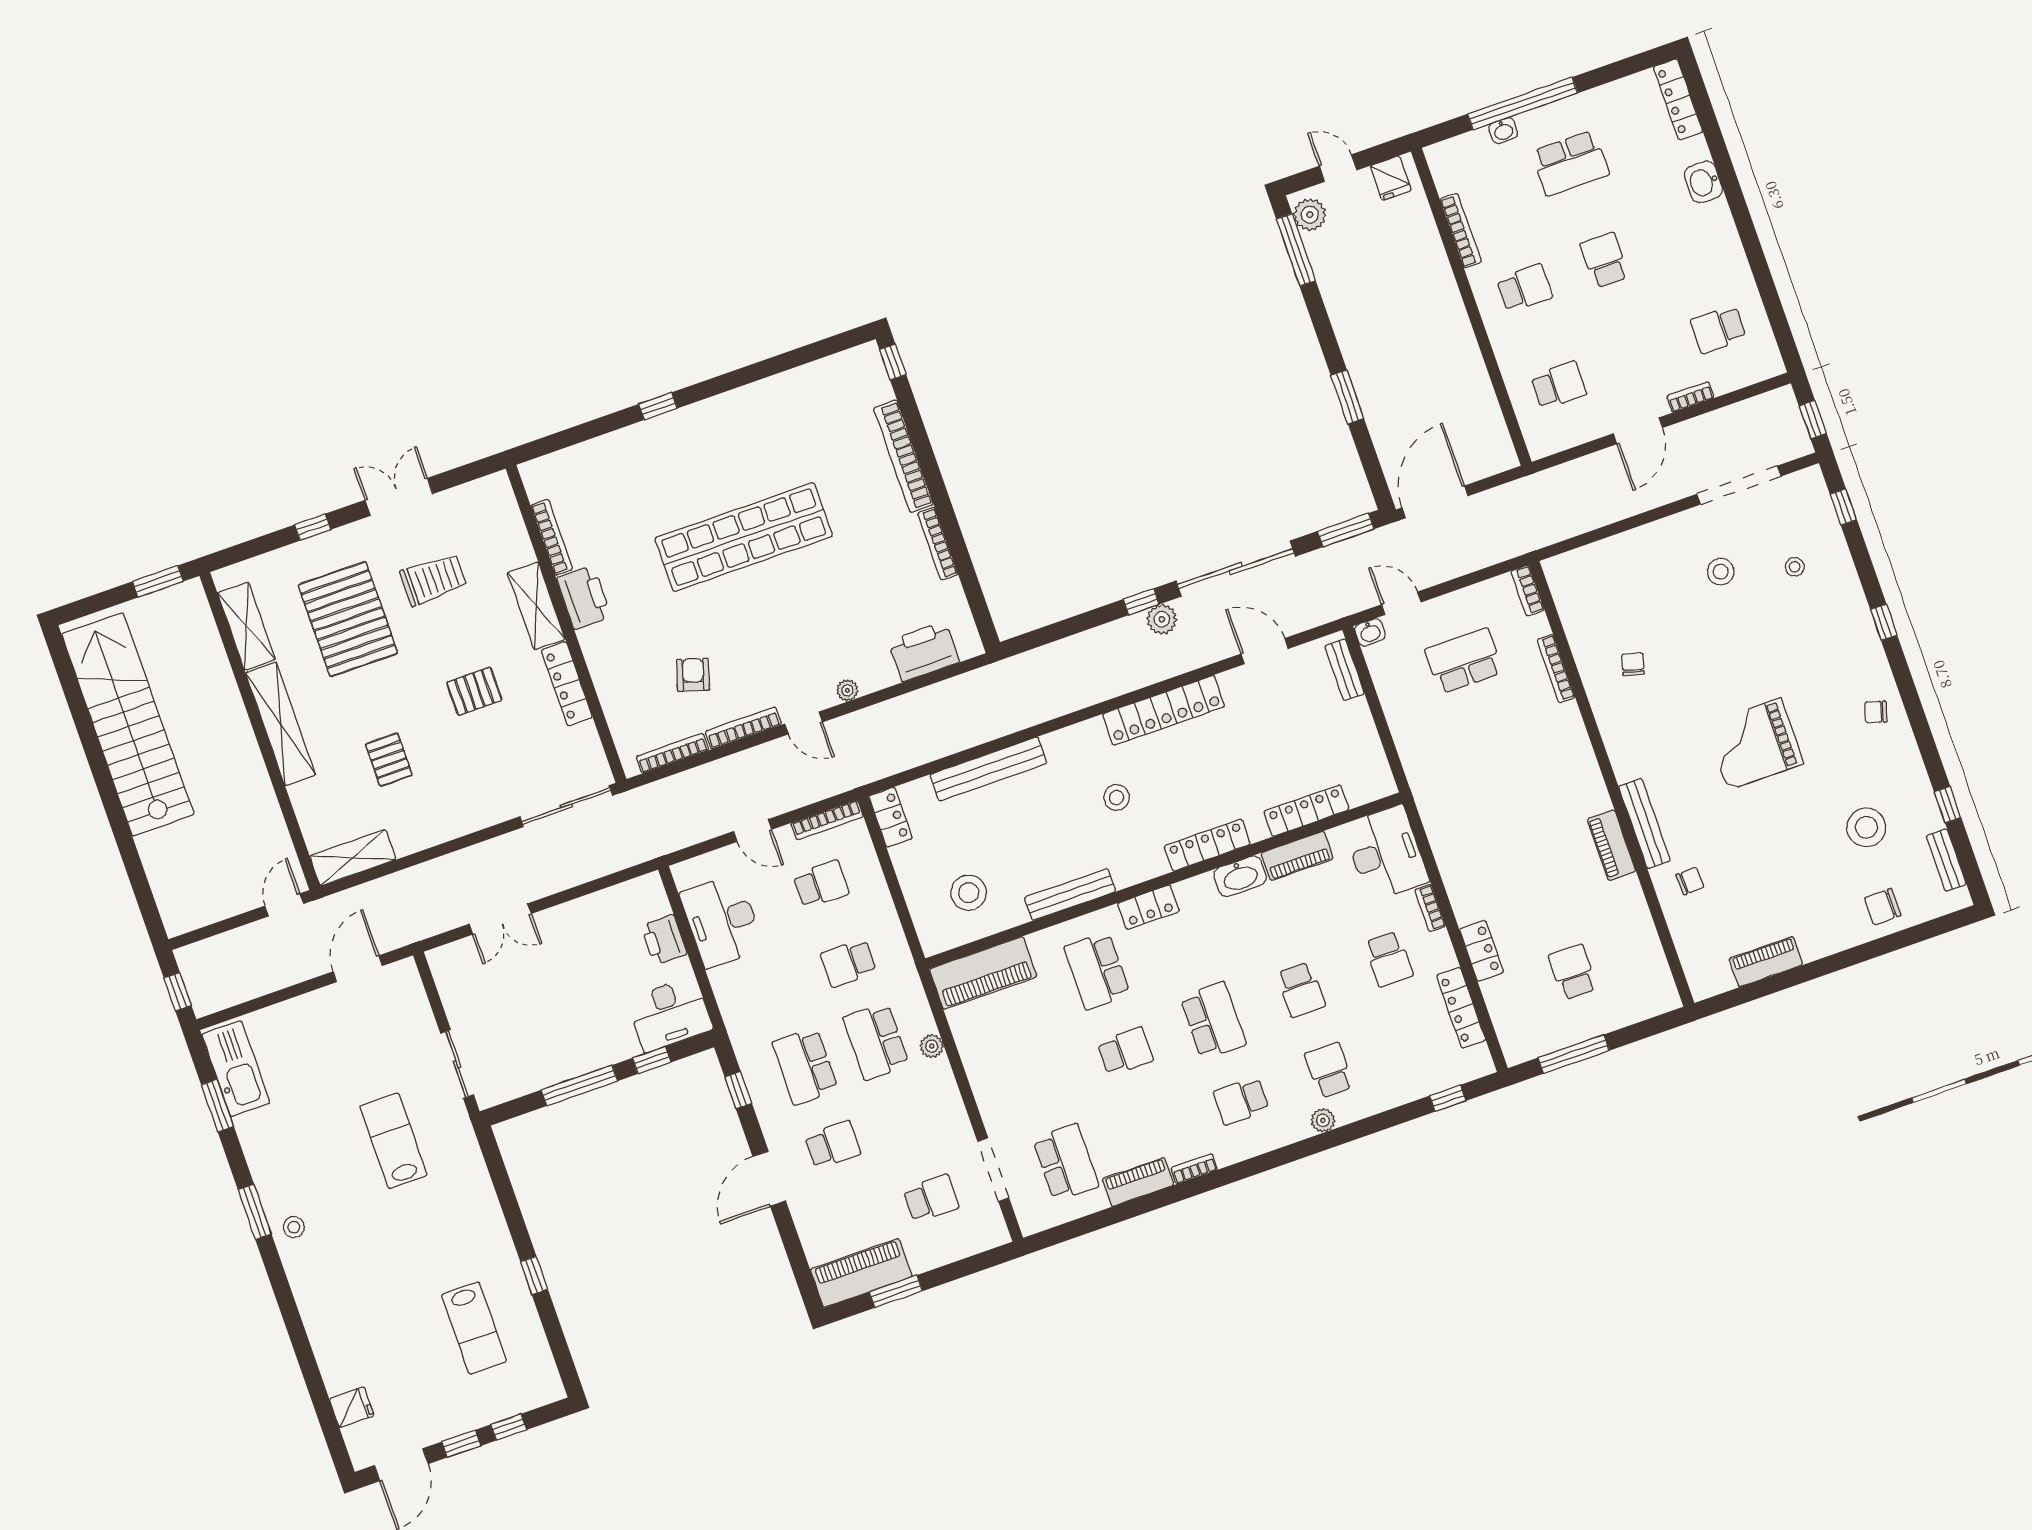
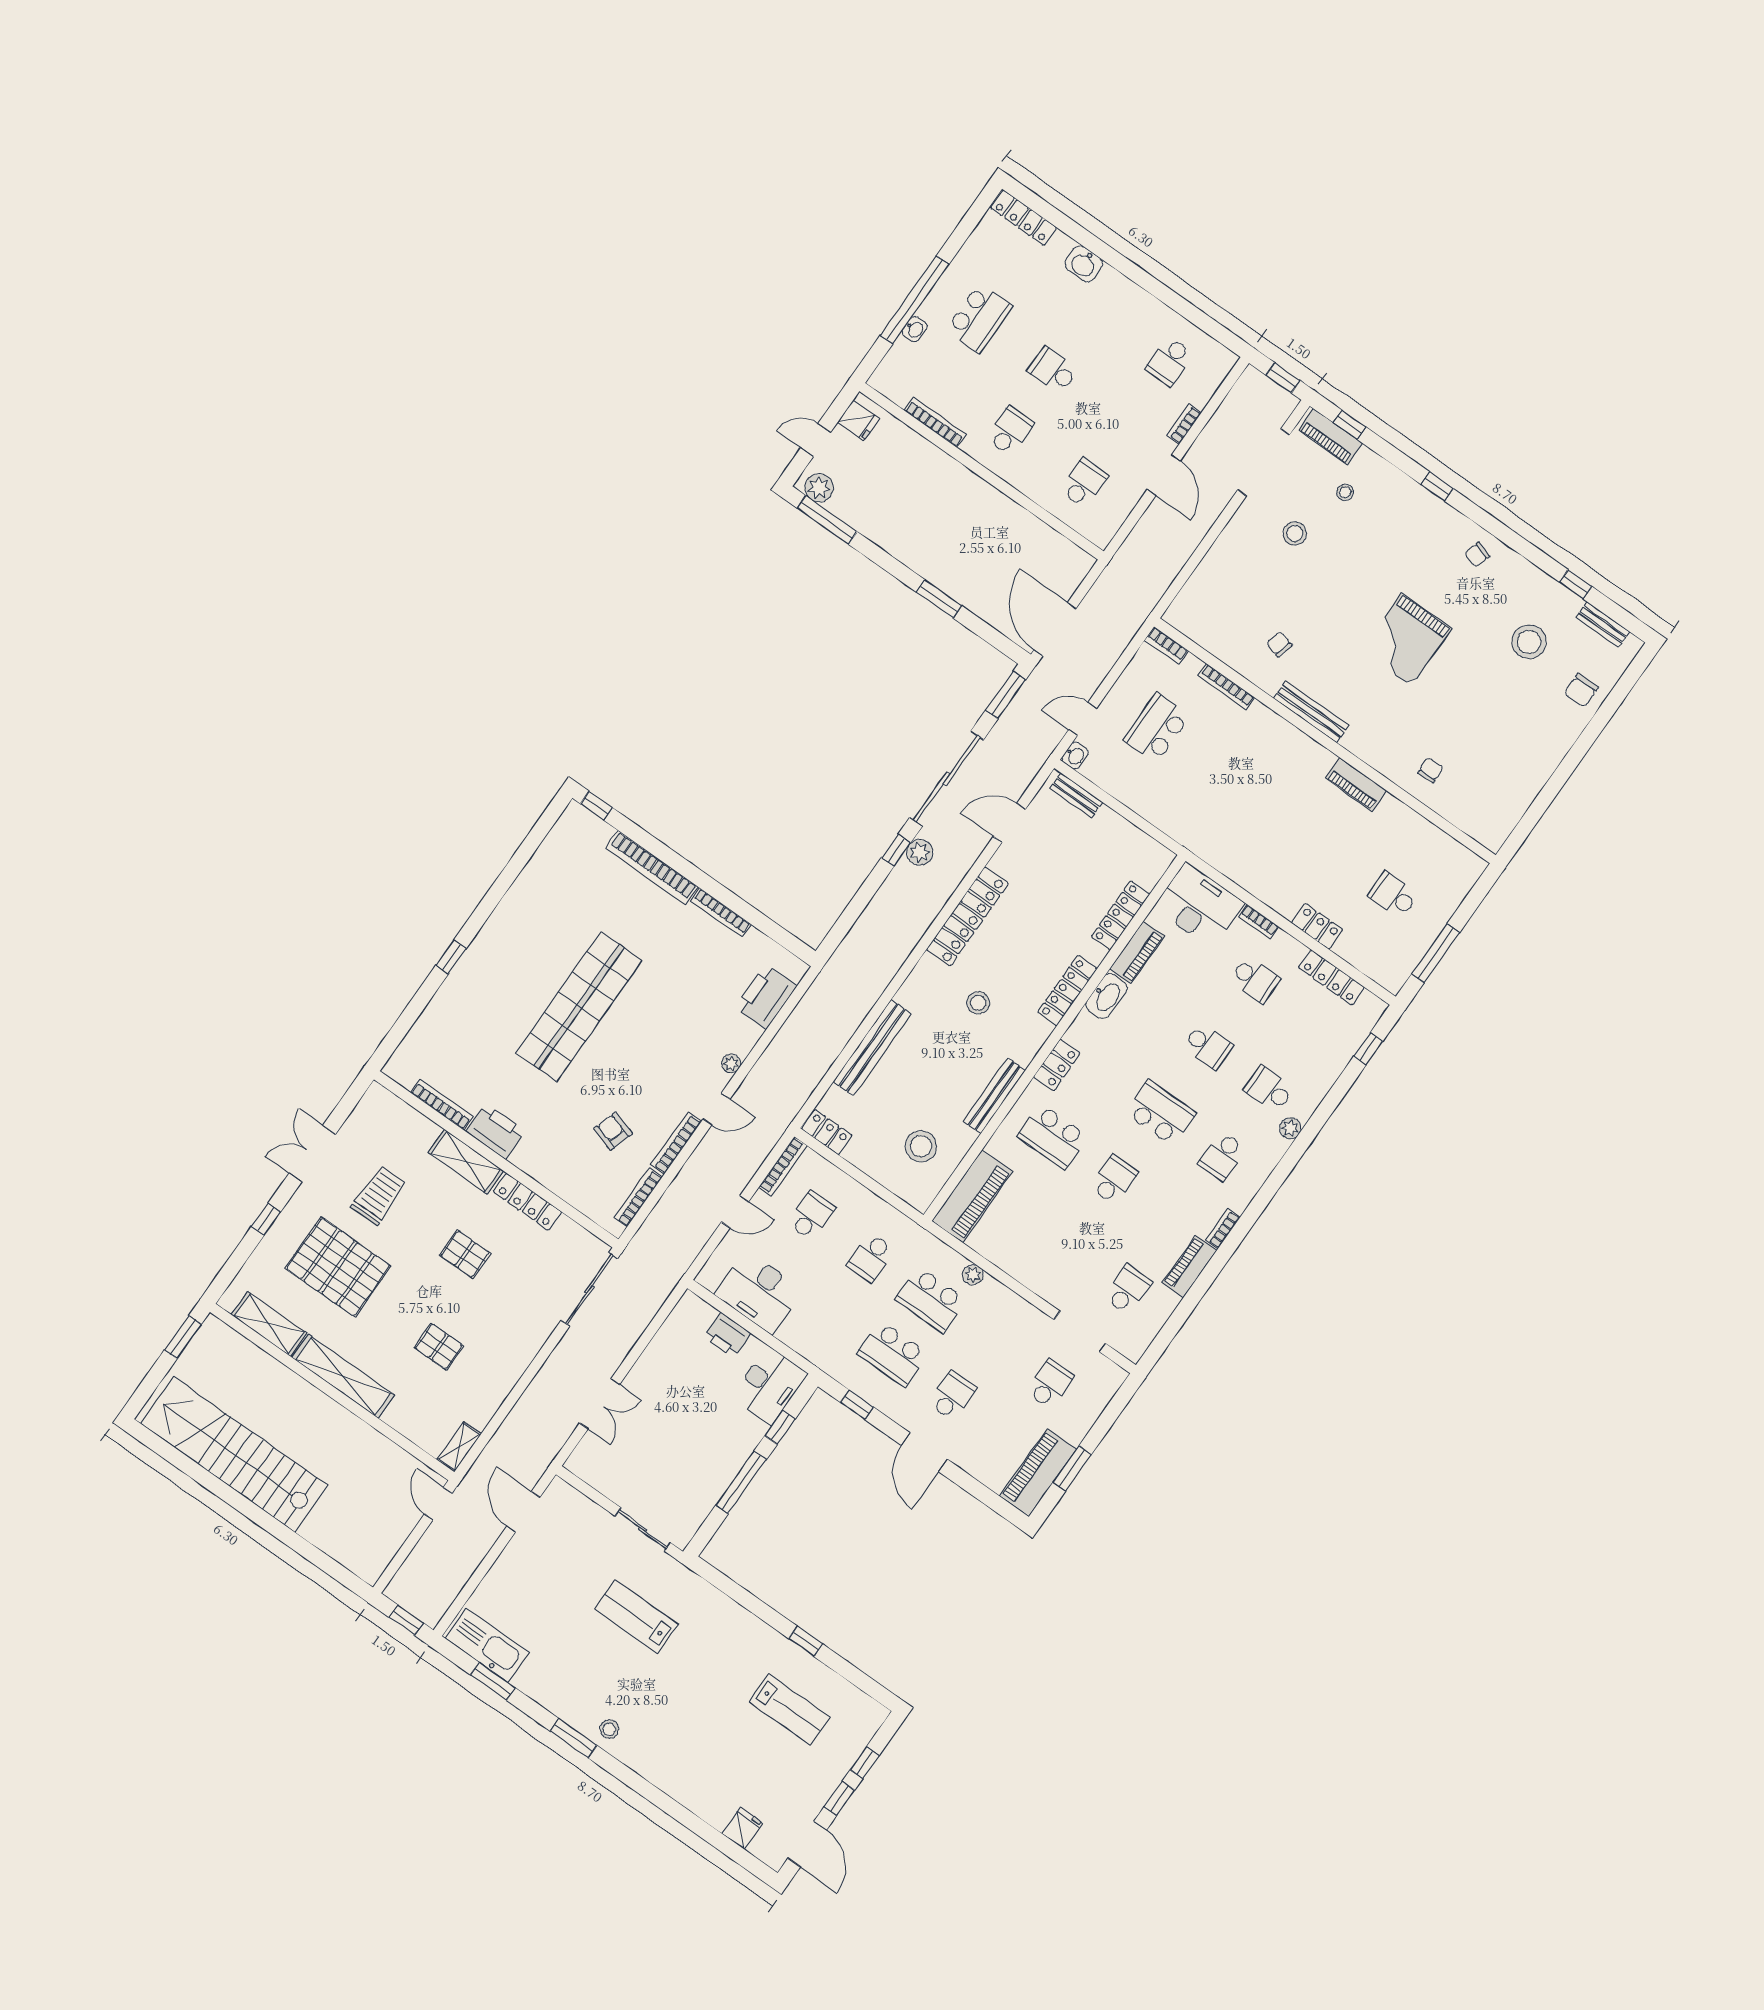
pallet: (474, 691) -> (465, 1254), turned 90
bench: (1644, 824) -> (1311, 712), moved
shelving: (353, 858) -> (459, 1447), width x0.67, depth x0.75
piano: (1766, 962) -> (1330, 437), moved, turned -90
school desk: (1066, 1162) -> (1128, 1289), width x0.54

